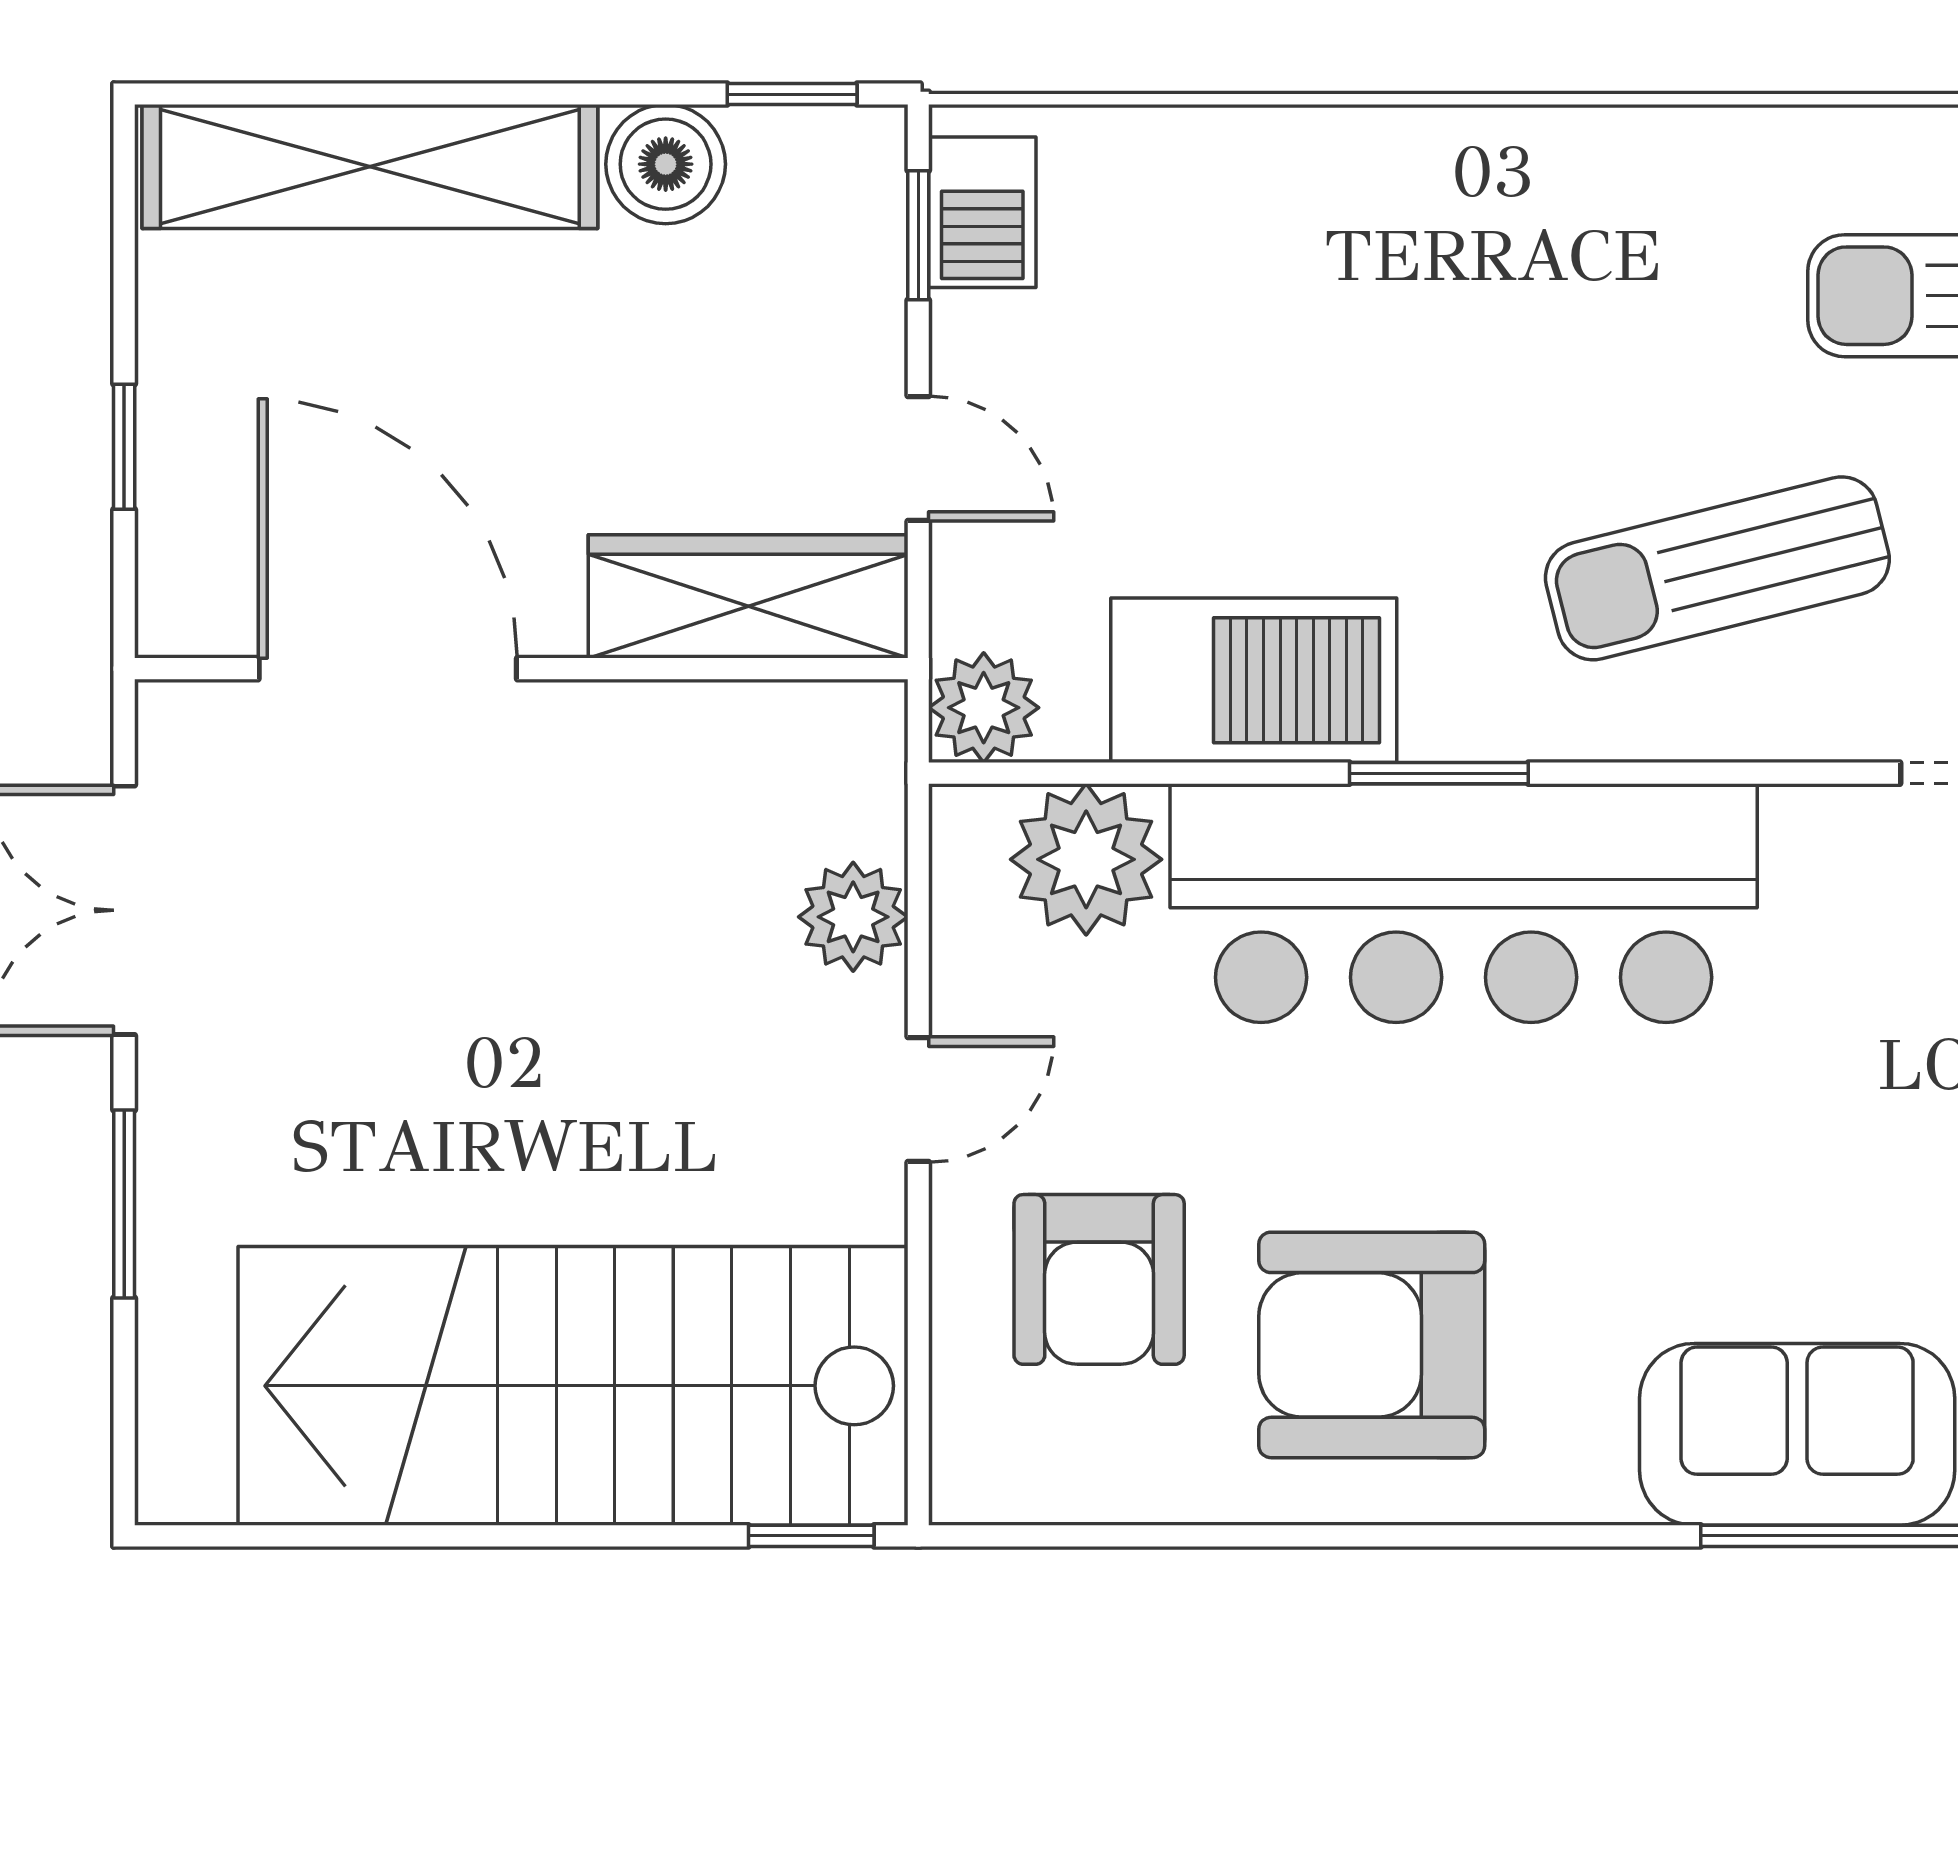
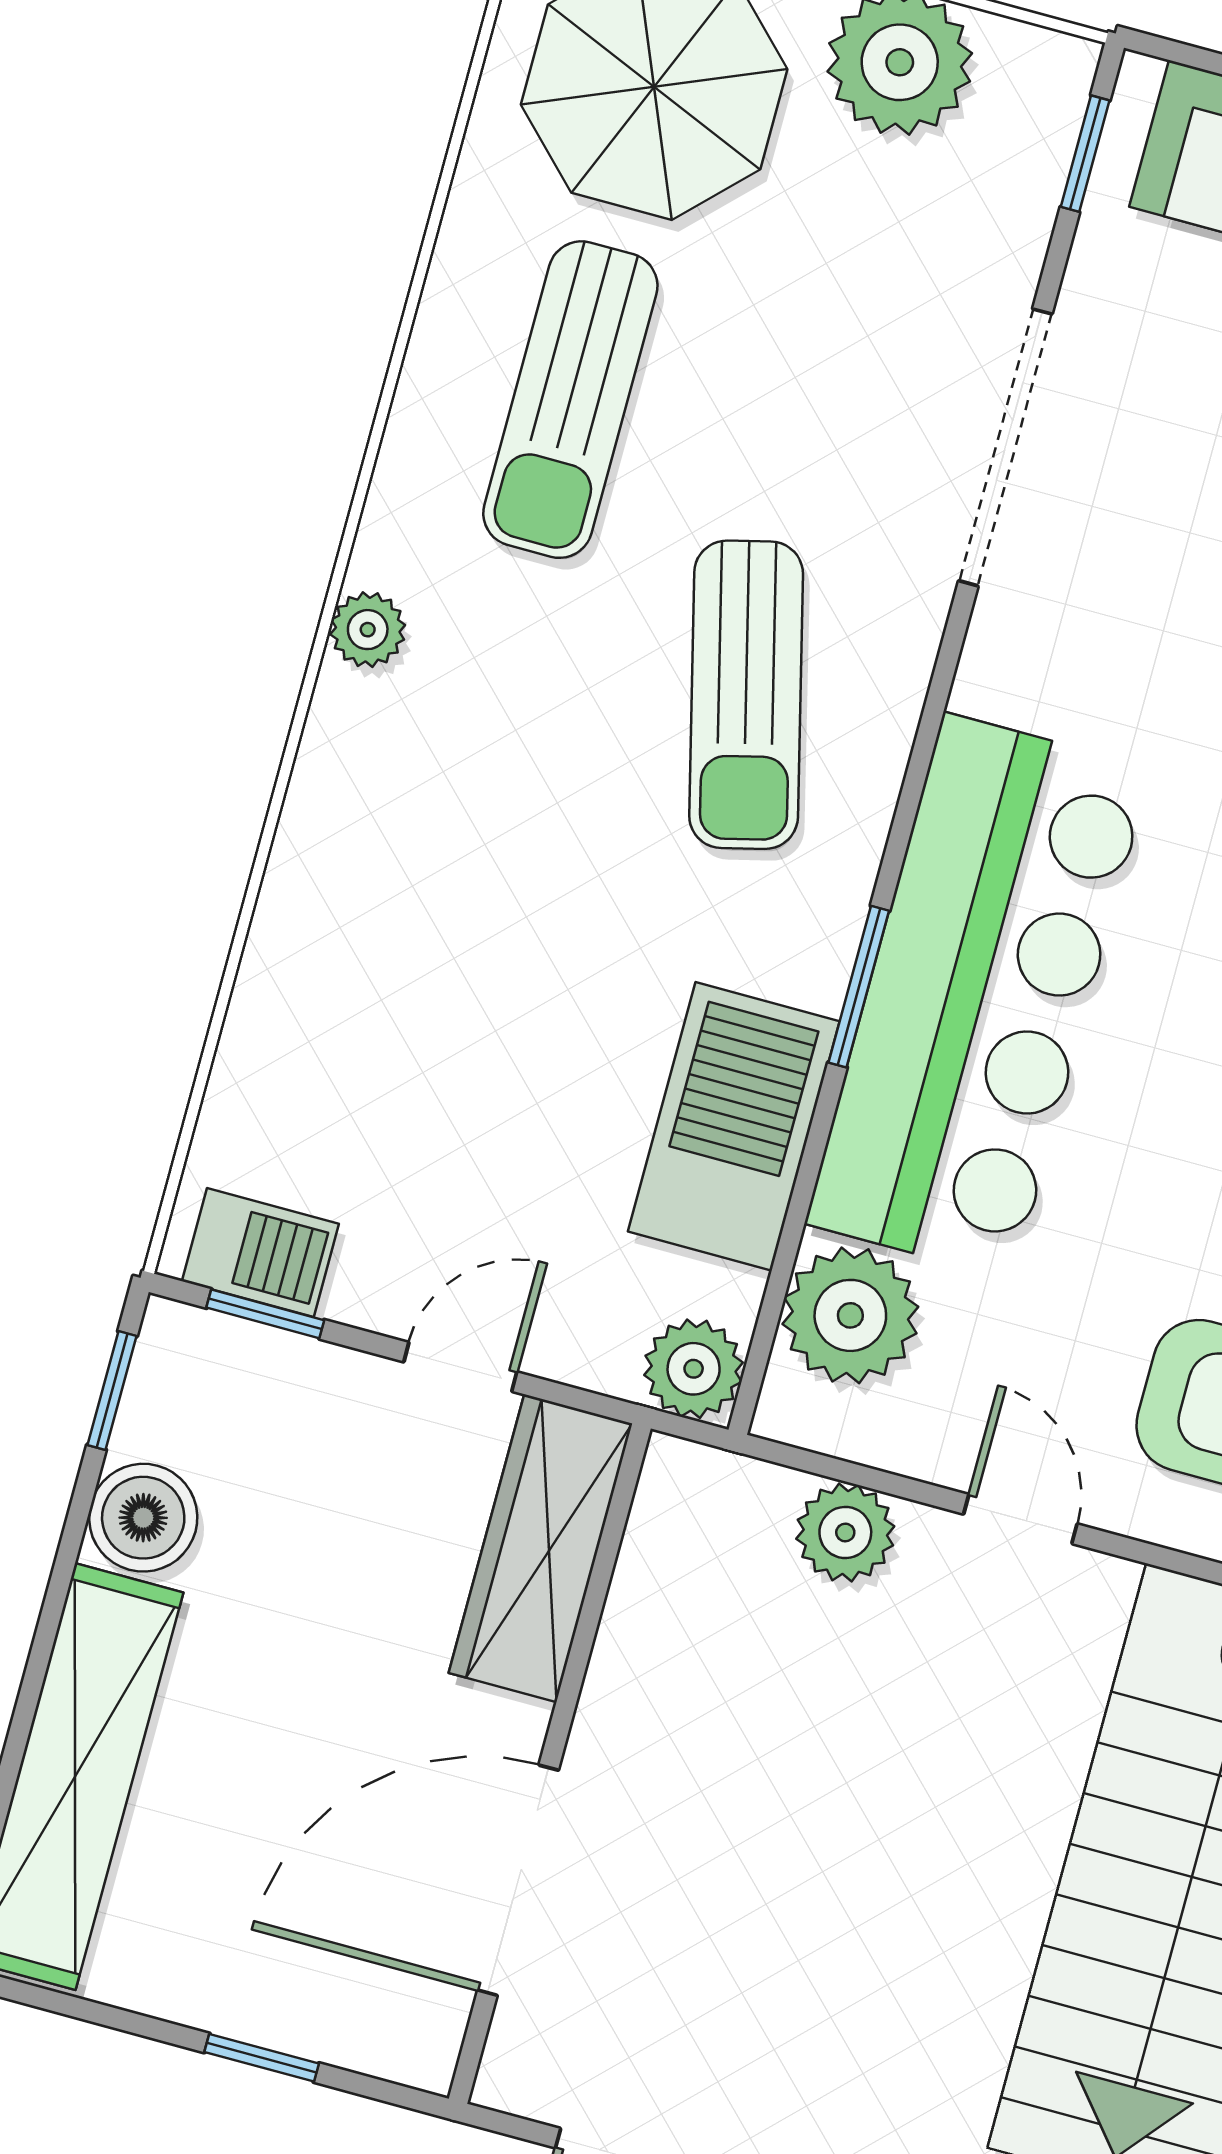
plant: (1677, 146) -> (368, 630), added

